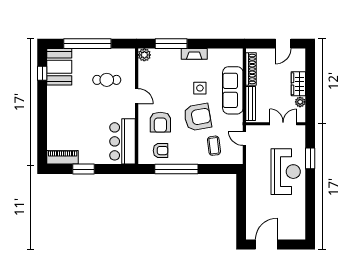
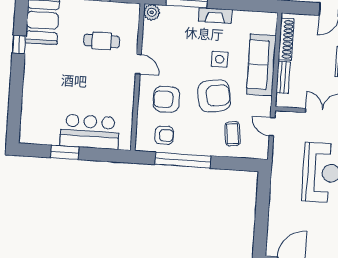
window: (42, 73) -> (19, 45), moved
bench: (251, 103) -> (283, 77), width x0.73
armchair: (160, 122) -> (166, 99), turned 90
bar counter: (122, 141) -> (90, 132), moved, turned 90
piano: (63, 157) -> (39, 136), removed

